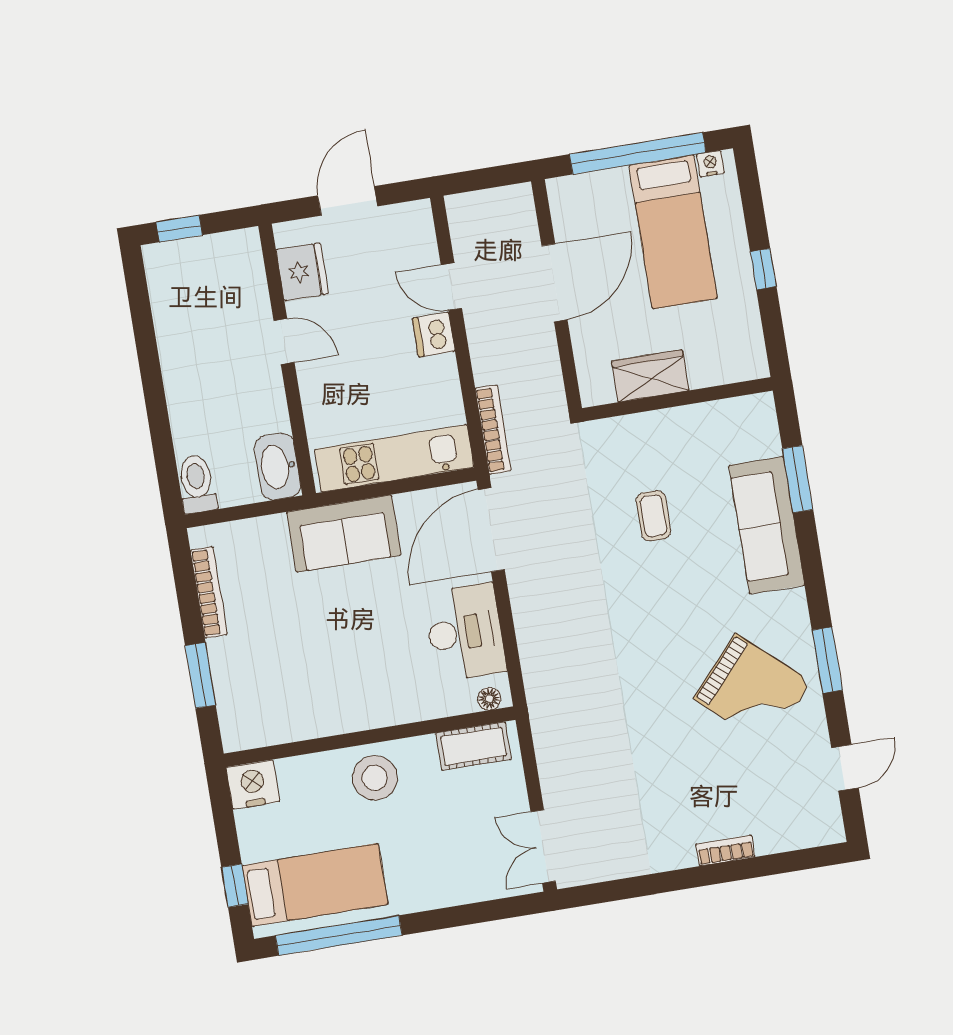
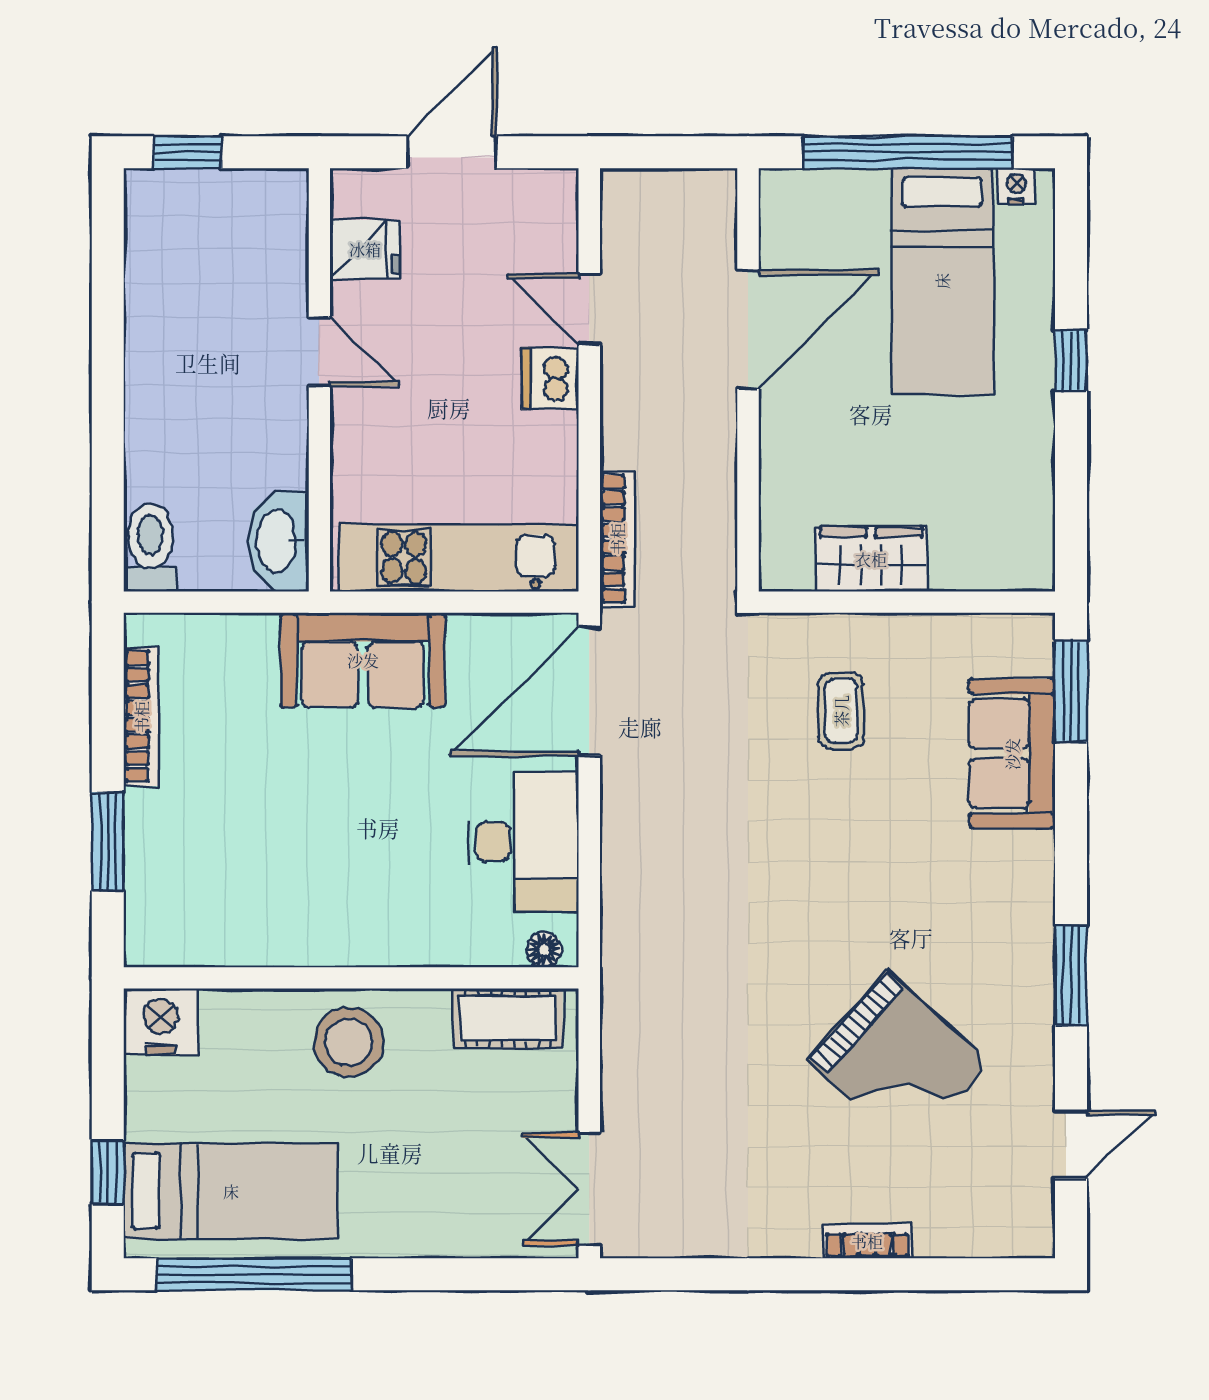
fridge: (302, 272) -> (365, 249), width x0.72
wardrobe: (650, 376) -> (871, 559), moved
wall: (677, 399) -> (907, 602), moved
sofa: (767, 525) -> (1012, 754), width x0.73
grand piano: (753, 690) -> (899, 1062), moved

